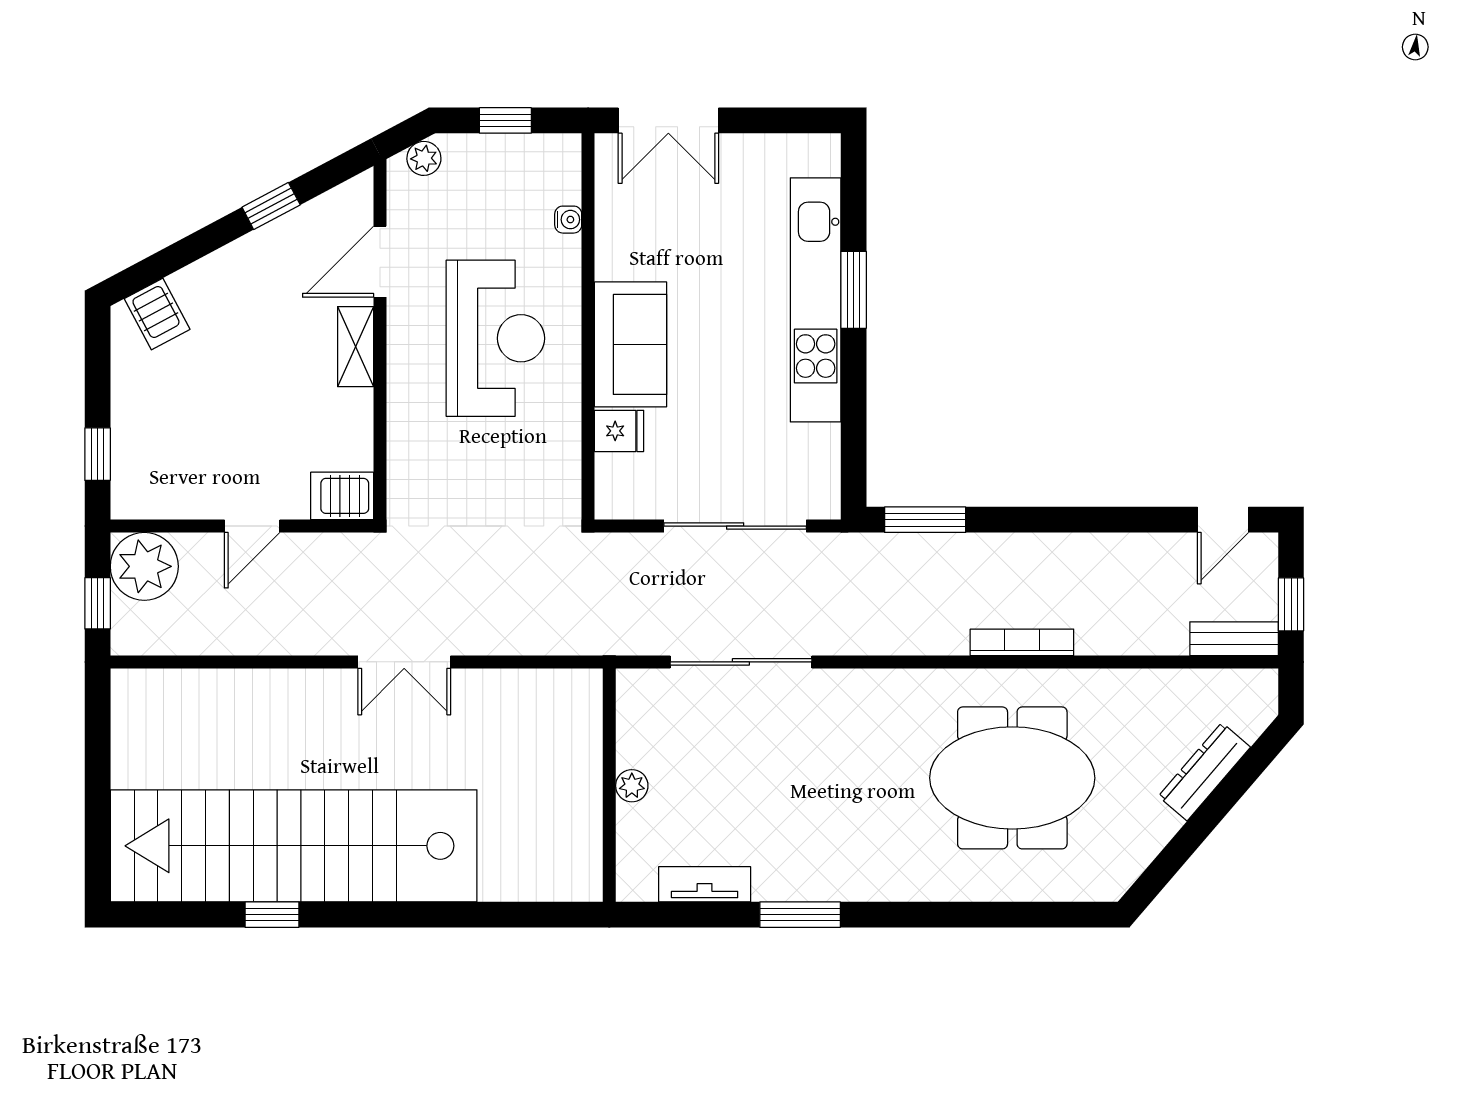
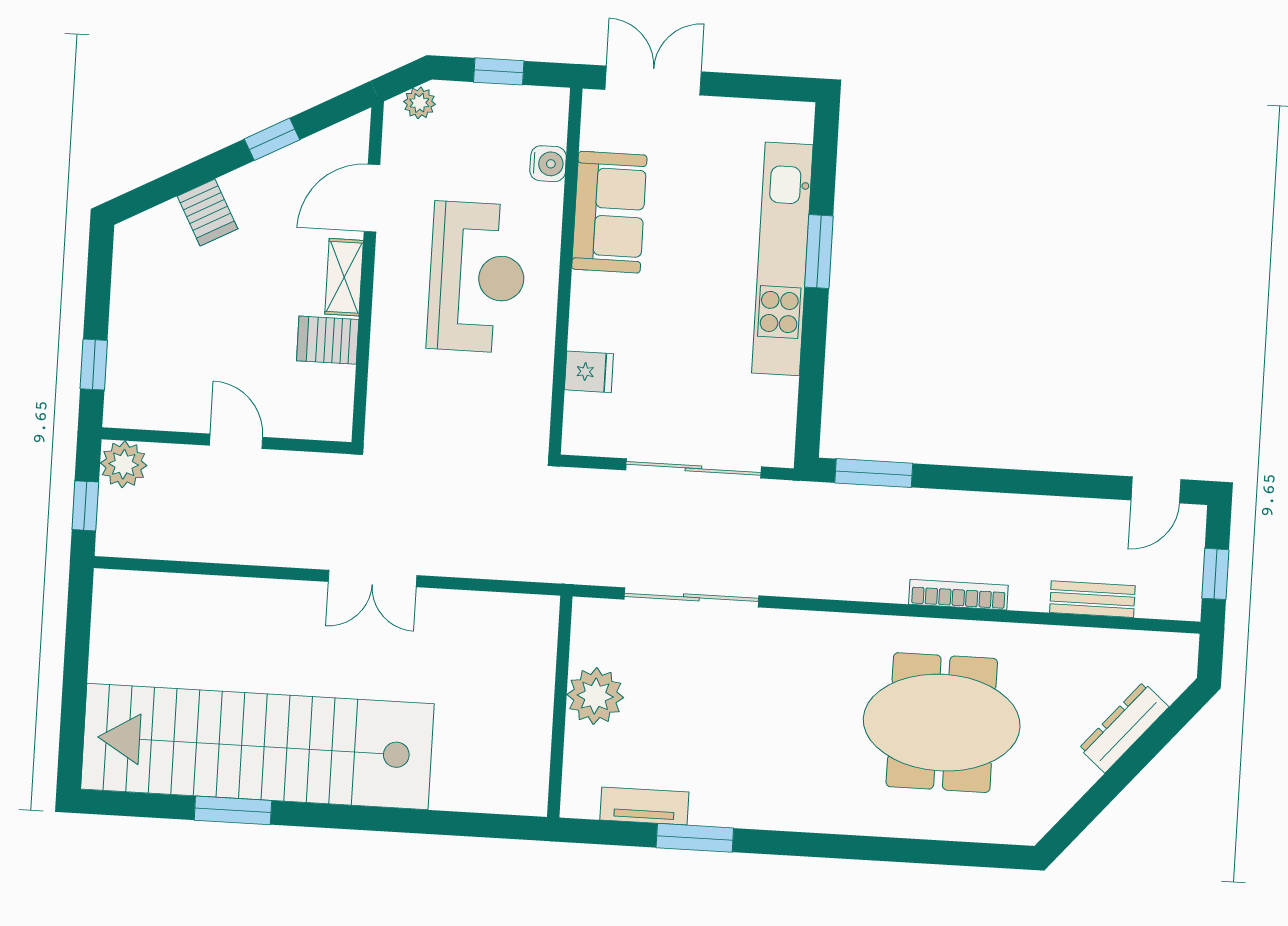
double door: (668, 120) -> (653, 81), swing flipped
water cooler: (568, 220) -> (548, 164), width x1.38, depth x1.38
server rack: (157, 314) -> (207, 213), moved
sofa: (631, 344) -> (609, 212), moved
server rack: (342, 496) -> (328, 340), moved
door: (252, 526) -> (236, 441), swing flipped
plant: (144, 566) -> (124, 464), width x0.73, depth x0.73
bench: (1234, 639) -> (1092, 599), moved
plant: (632, 786) -> (595, 696), width x1.88, depth x1.88
window: (272, 915) -> (233, 810), width x1.50
window: (800, 915) -> (695, 838), moved

